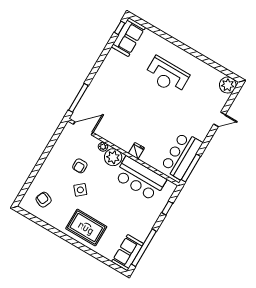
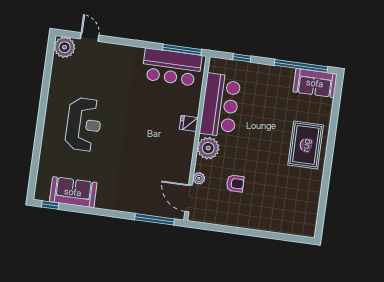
sofa: (128, 37) -> (73, 192), moved
door: (220, 119) -> (90, 37), moved
plant: (103, 147) -> (199, 178), moved
side table: (80, 190) -> (264, 171), removed
armchair: (44, 200) -> (294, 210), removed

